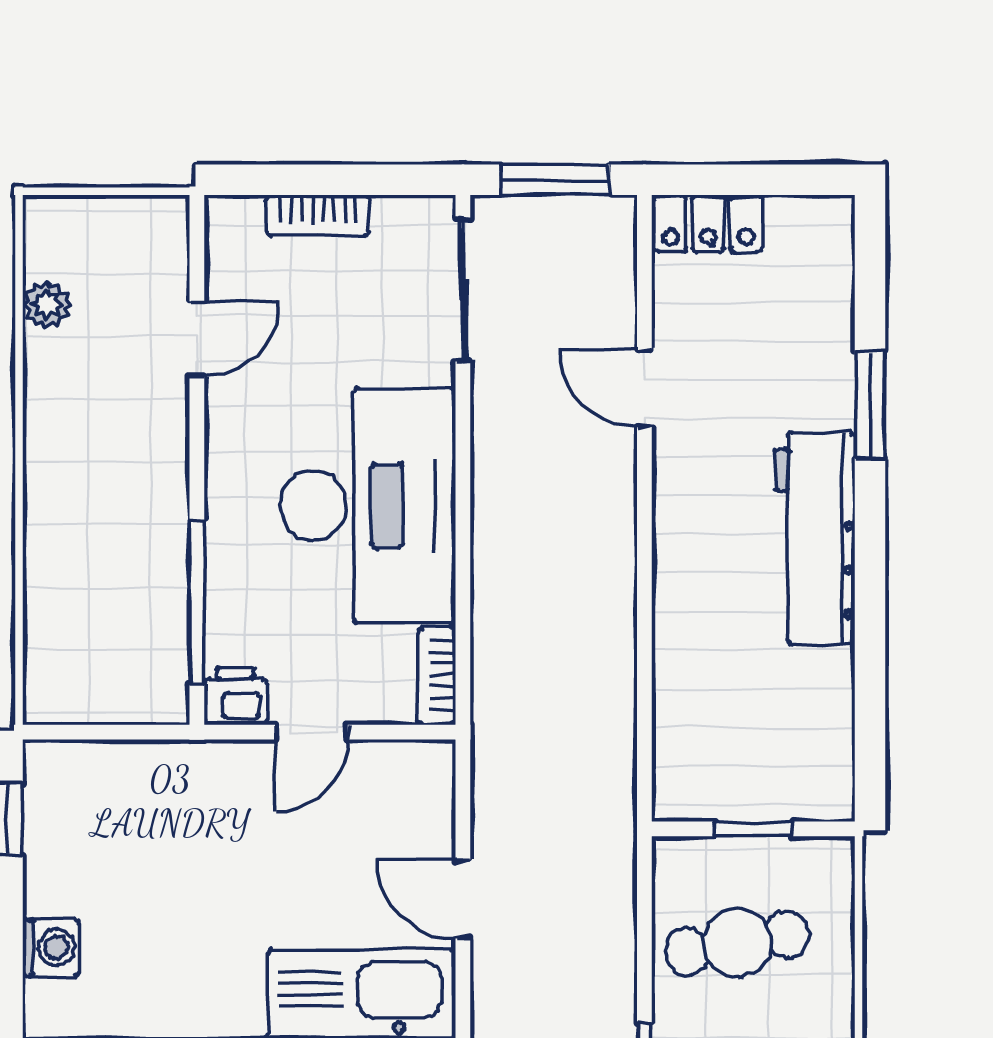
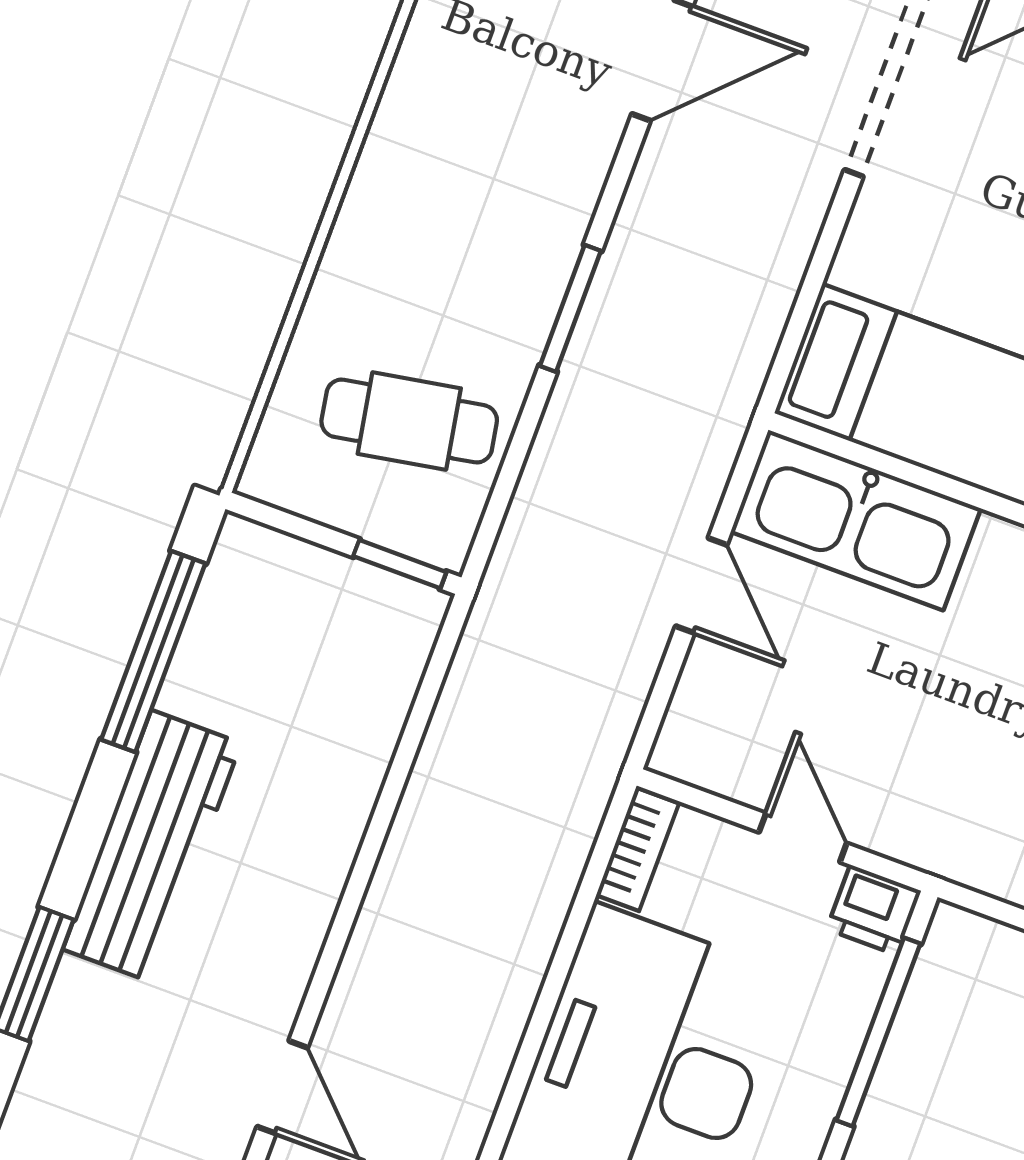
window: (870, 690) -> (153, 652), added
door: (311, 732) -> (803, 838), hinge flipped
window: (753, 829) -> (400, 564), moved

